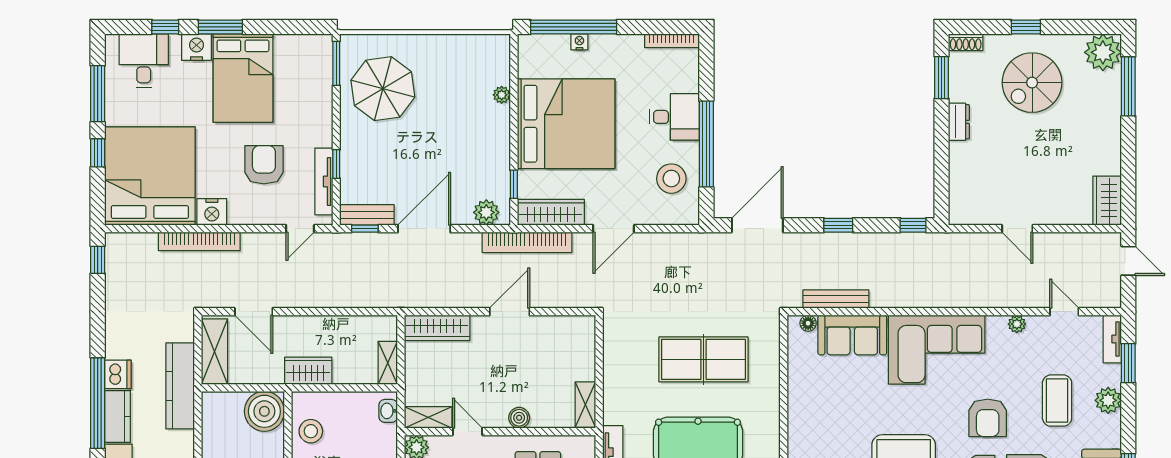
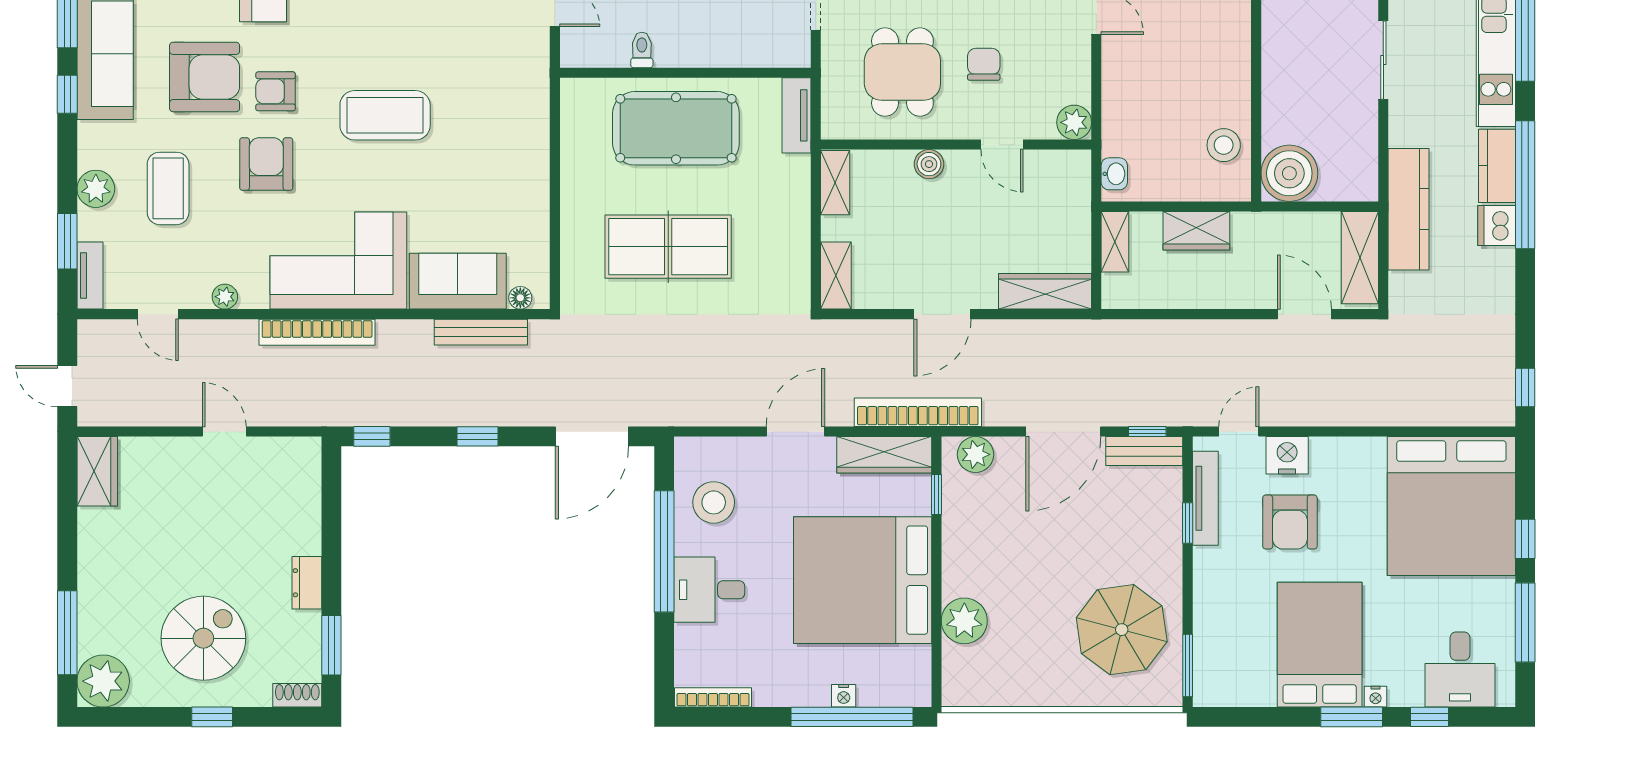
nightstand: (196, 47) -> (1376, 697), width x0.53, depth x0.56
plant: (502, 95) -> (964, 621), width x1.87, depth x1.87
nightstand: (212, 212) -> (1287, 455), moved
bookcase: (199, 241) -> (317, 332), moved, turned 180
wardrobe: (308, 371) -> (1196, 231), moved
shelving: (428, 417) -> (836, 276), moved, turned 90

